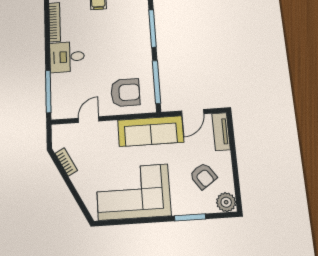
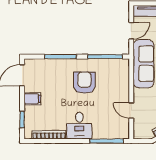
armchair: (125, 93) -> (84, 83), moved
door: (193, 112) -> (131, 31), hinge flipped

